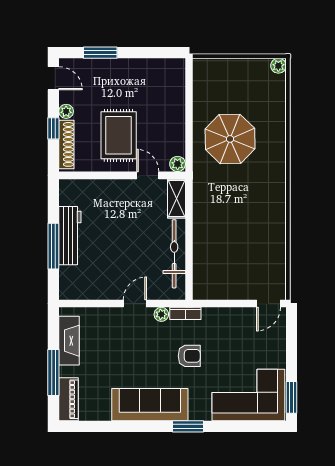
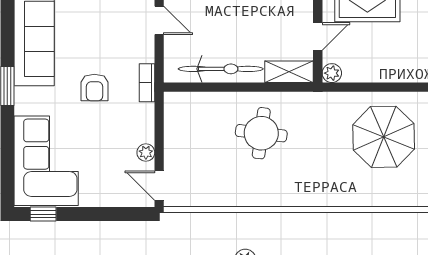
parasol: (230, 139) -> (384, 137), moved
round table: (226, 221) -> (261, 133), added
plant: (161, 314) -> (146, 153), moved
window: (291, 397) -> (43, 214), width x0.67

